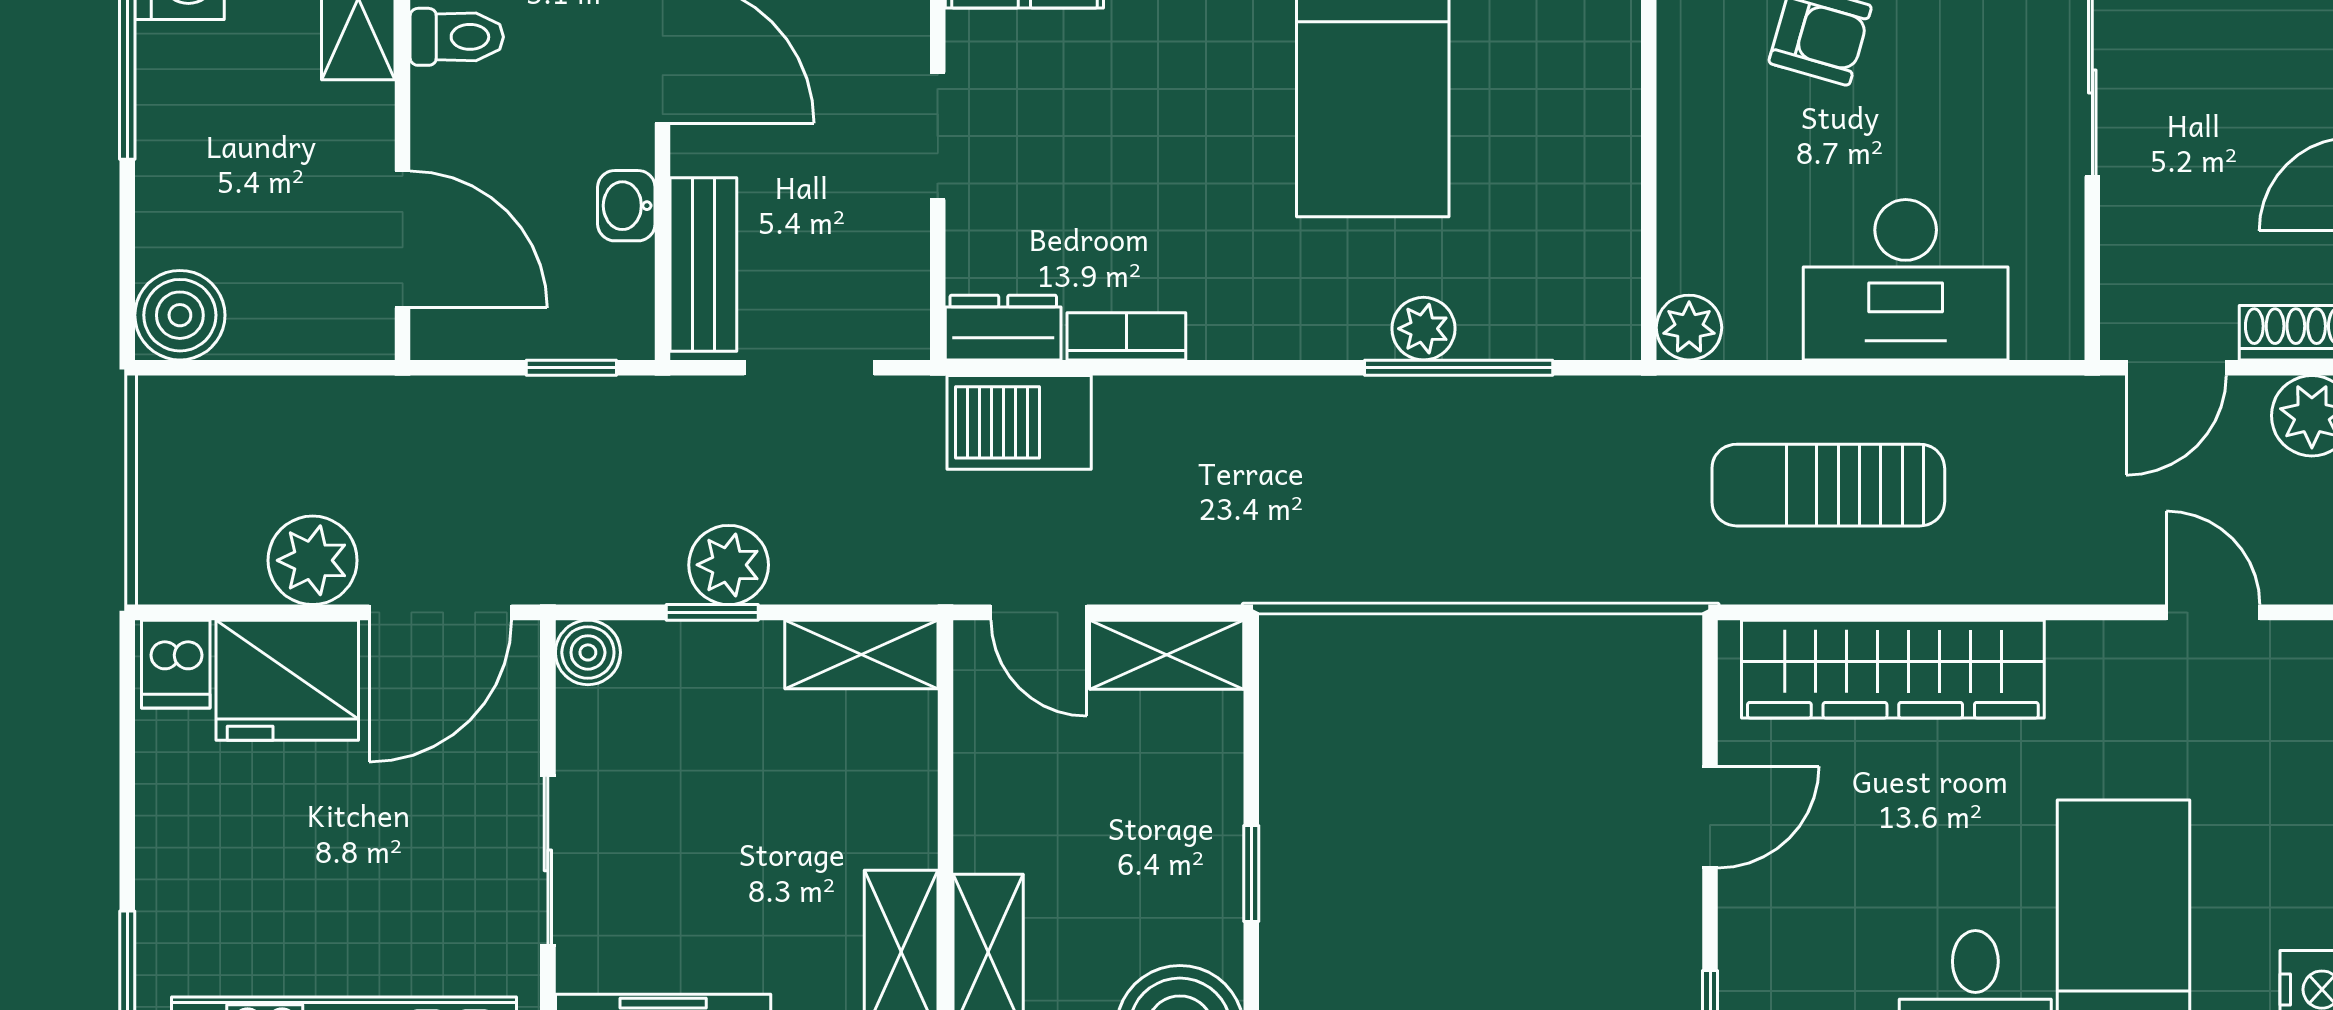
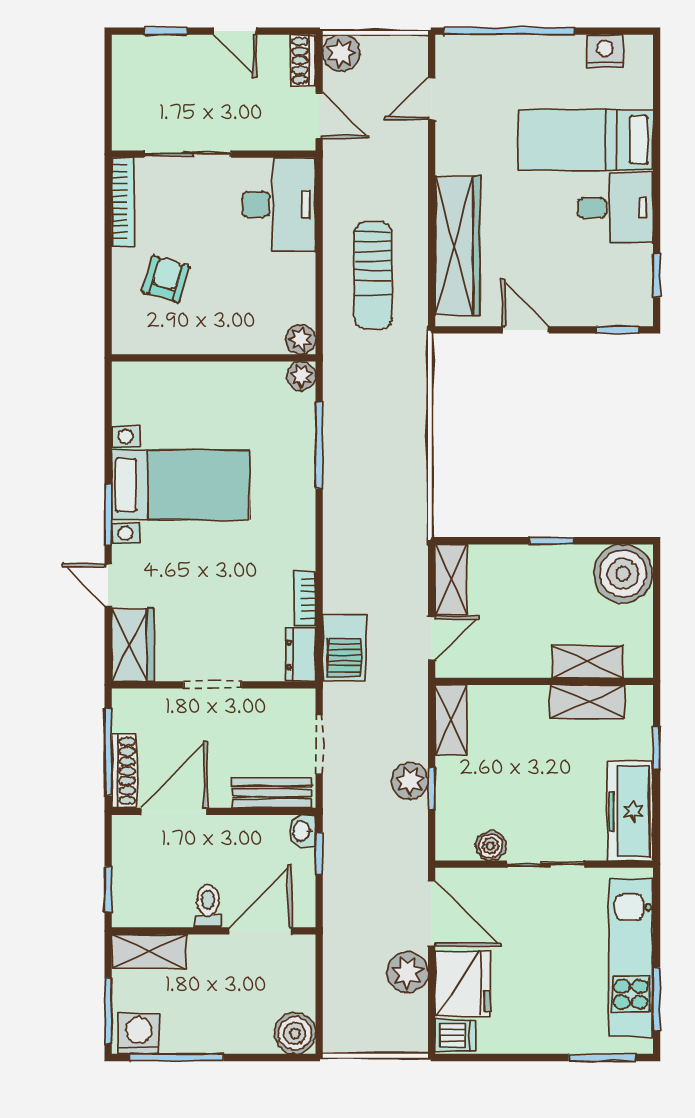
toilet: (457, 37) -> (208, 906), moved
washbasin: (626, 206) -> (302, 831), moved, turned 90
desk: (1906, 280) -> (279, 205), moved
plant: (1423, 329) -> (301, 376), moved
boiler: (588, 652) -> (491, 846), moved

